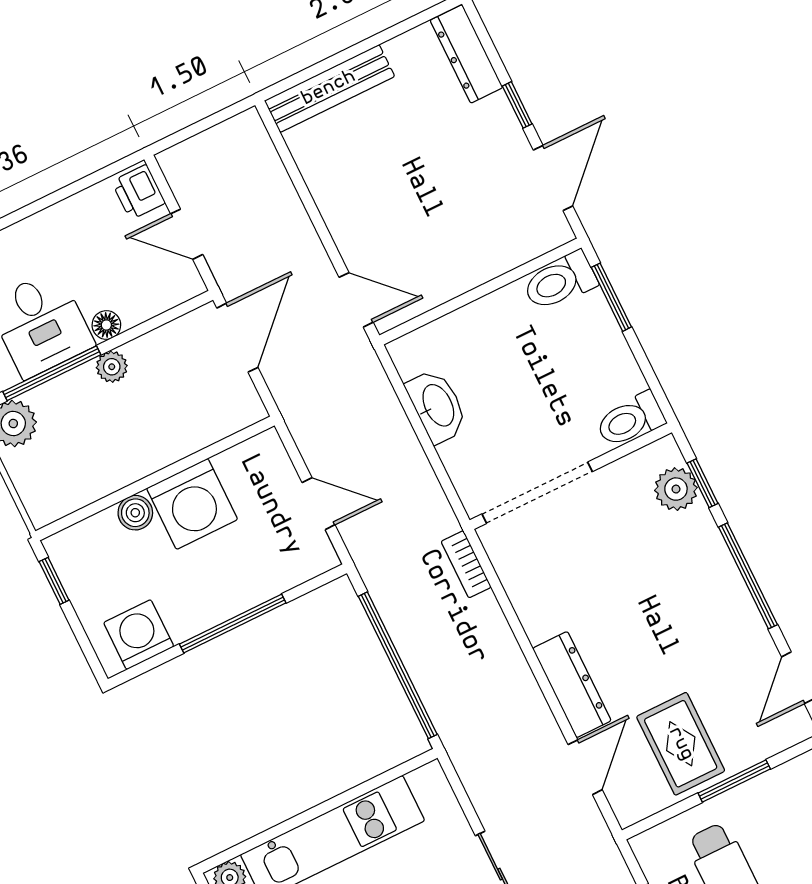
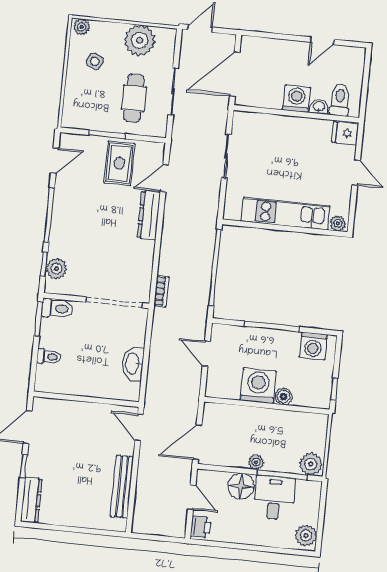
bench: (329, 88) -> (122, 487), moved, turned 90
toilet: (560, 281) -> (49, 357), moved, width x0.73, depth x0.72
window: (611, 297) -> (39, 319), moved
floor lamp: (106, 325) -> (241, 486), width x1.89, depth x1.89

